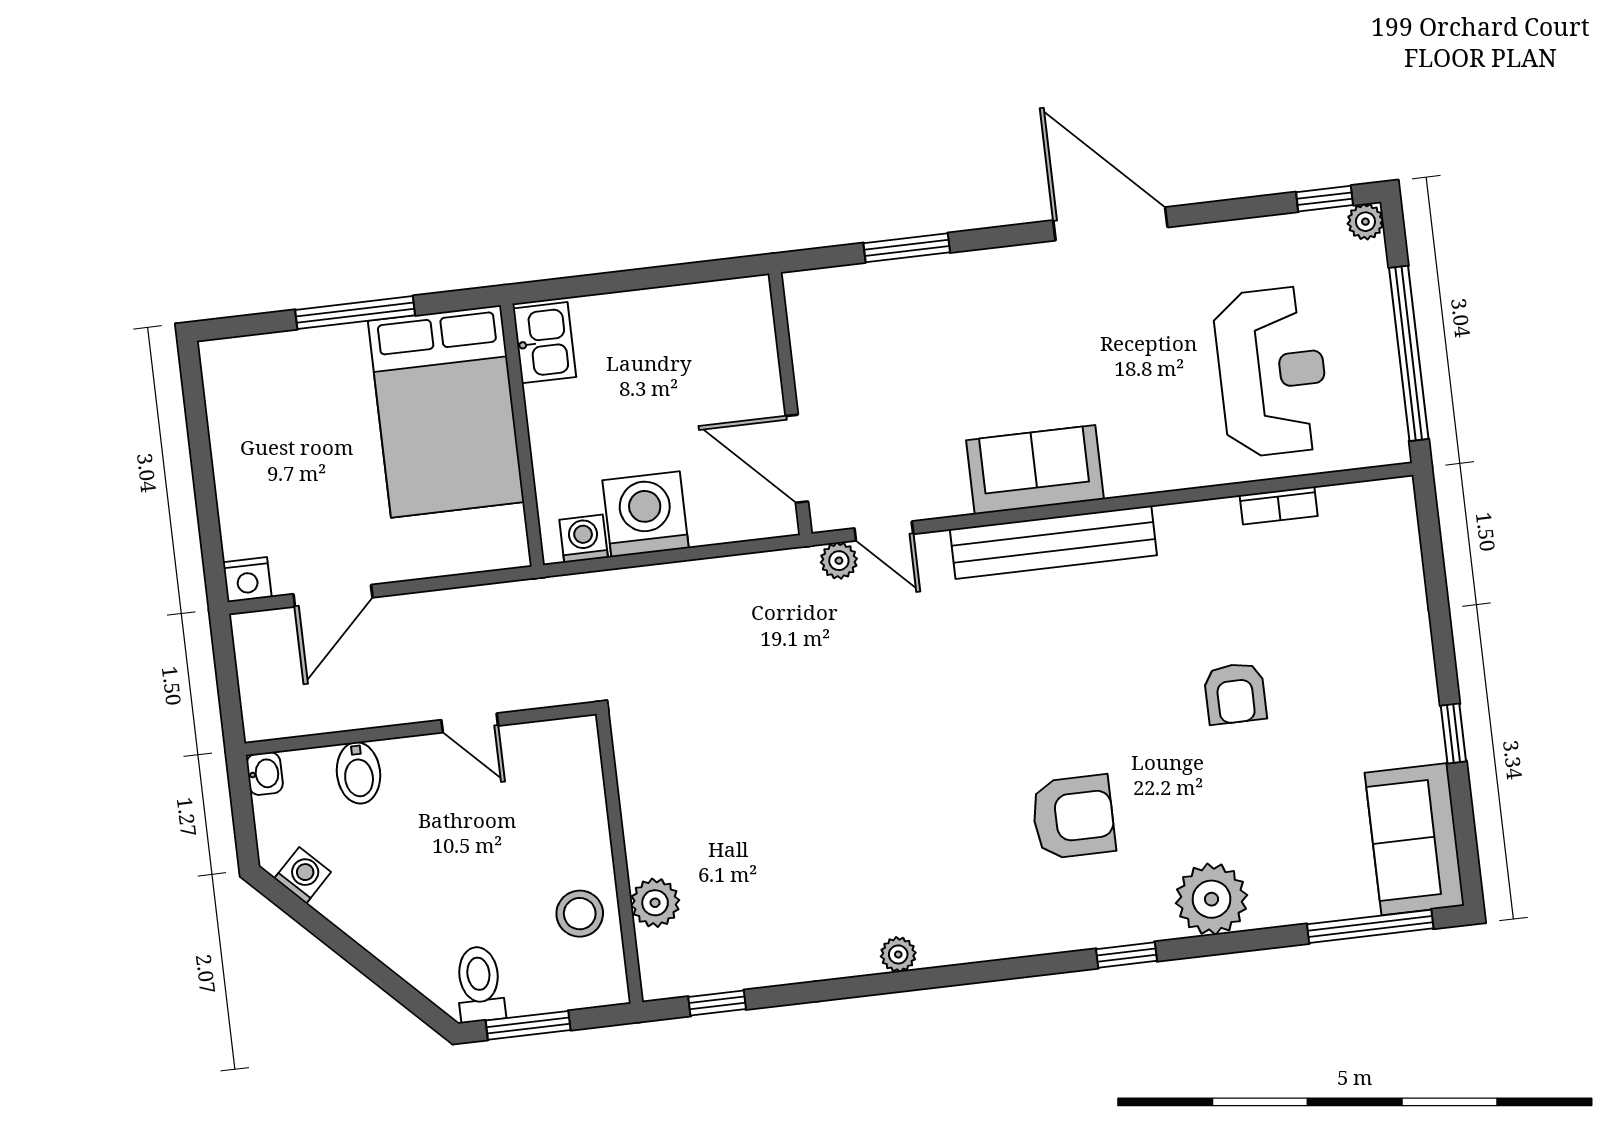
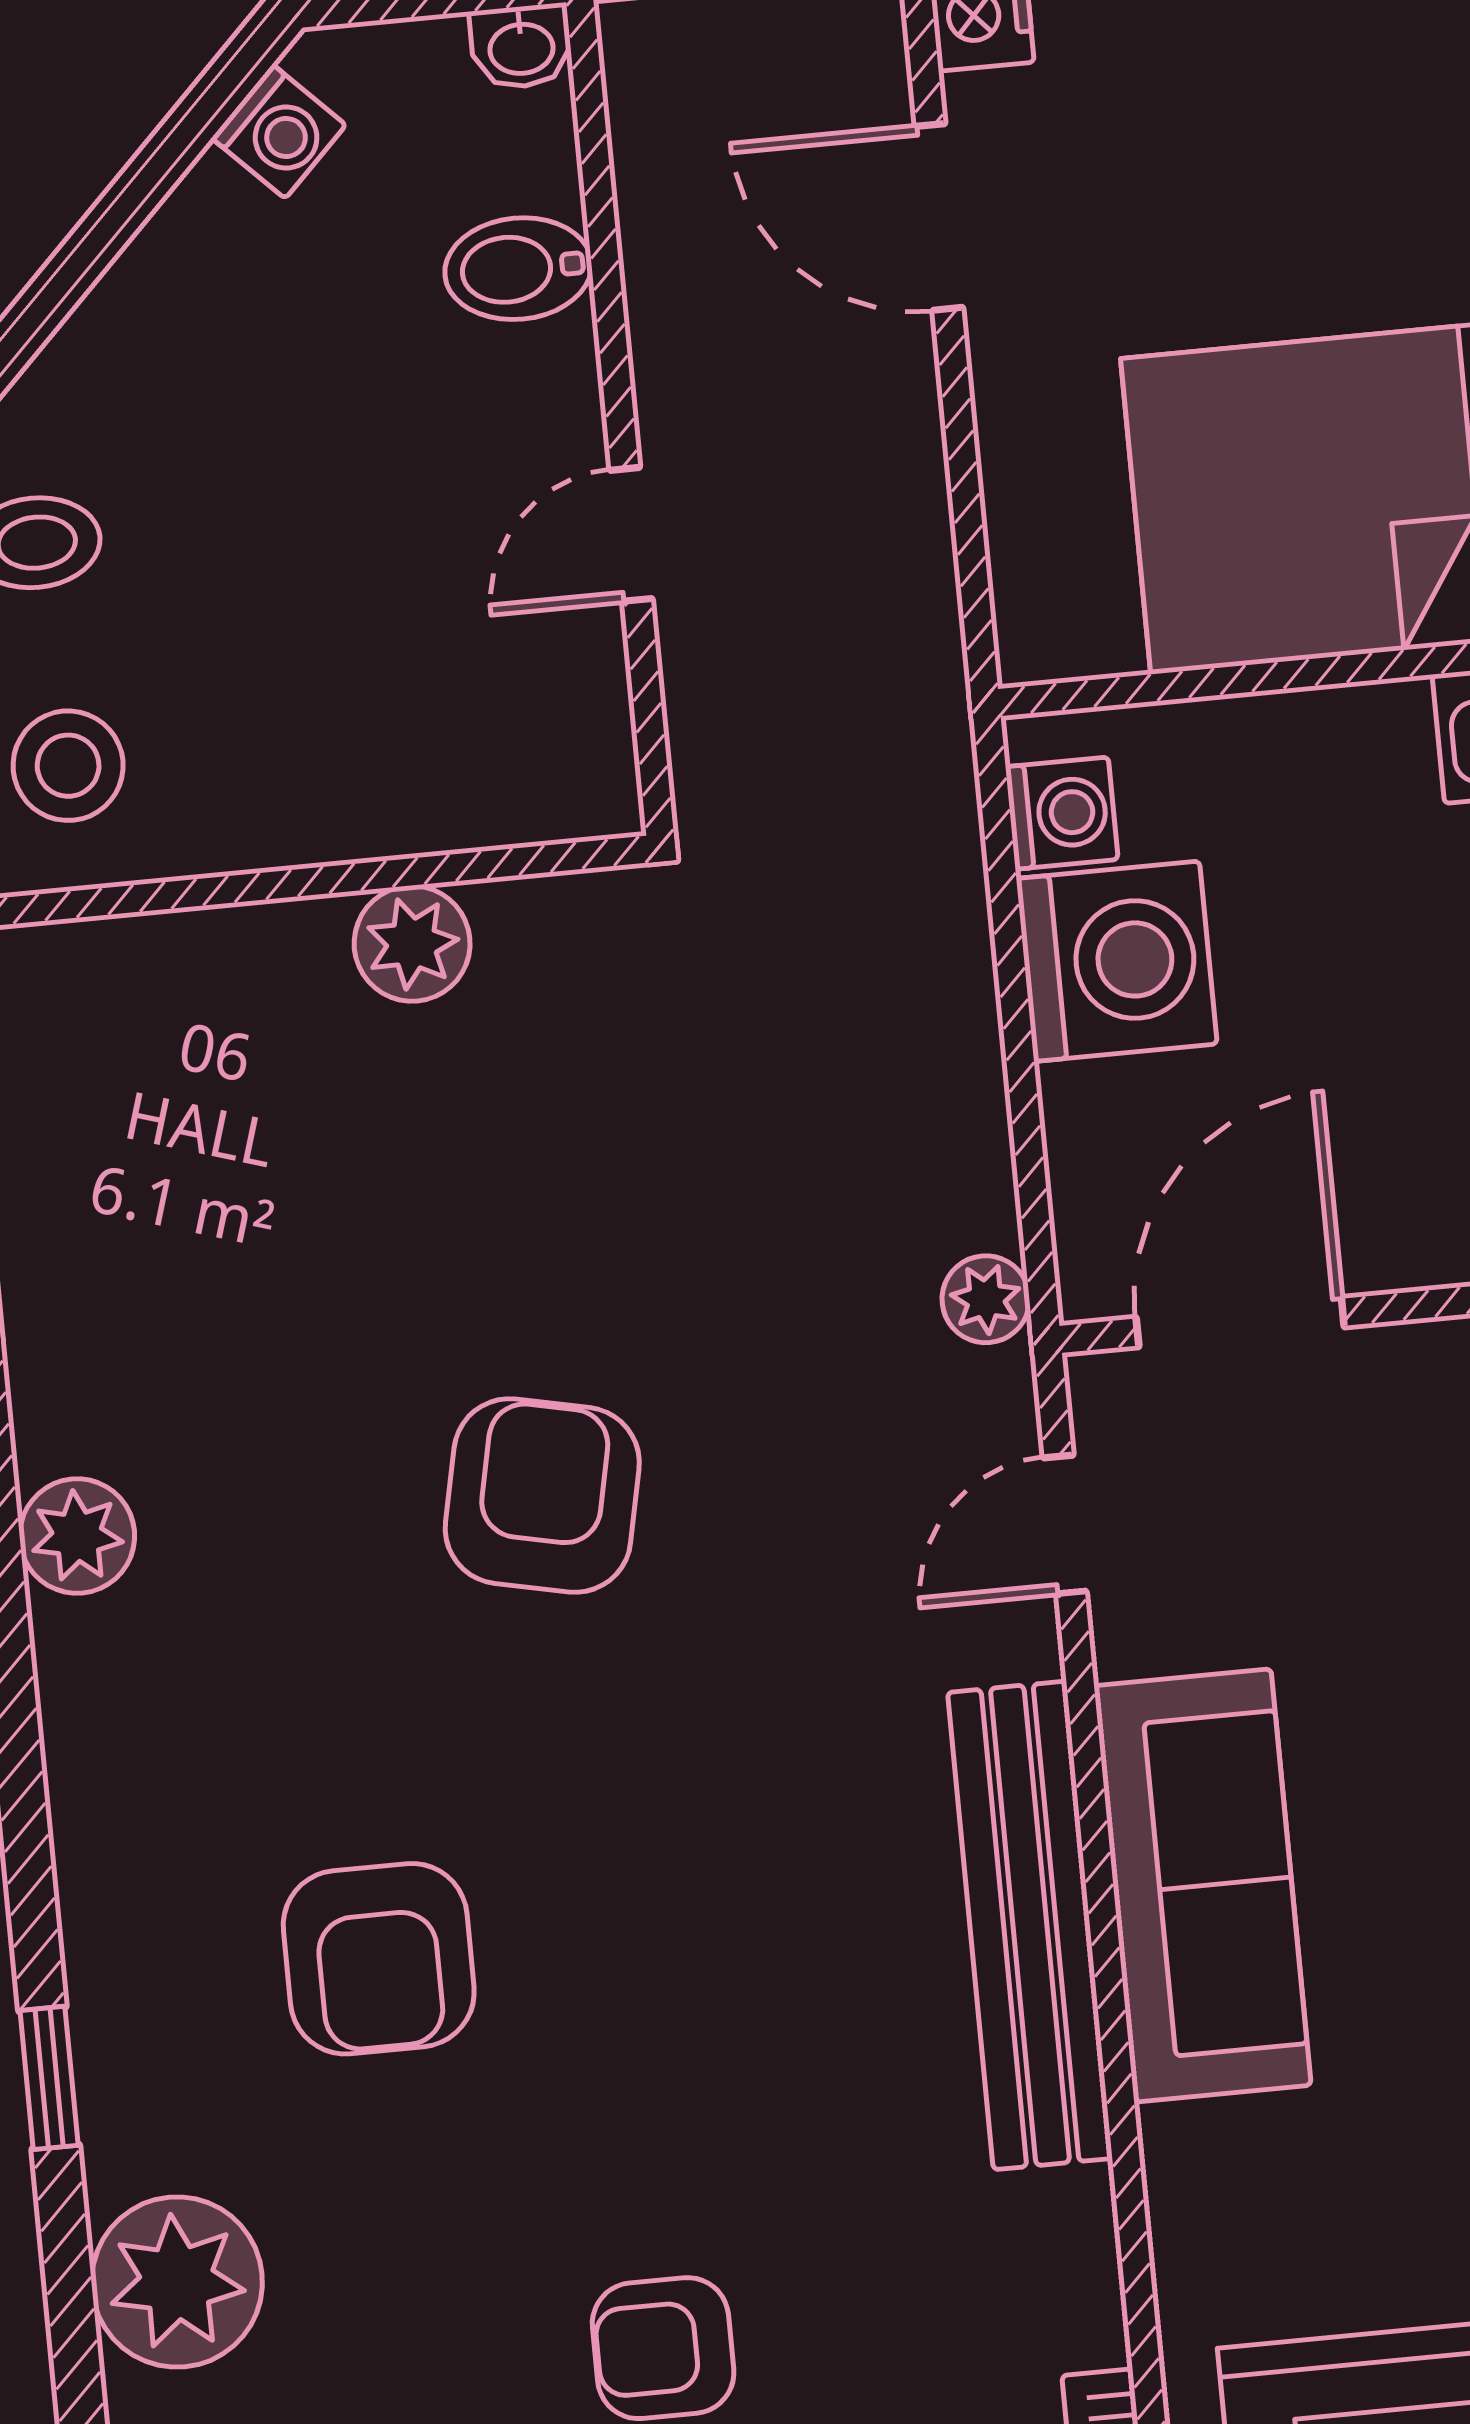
sofa: (1035, 470) -> (1202, 1886), width x1.36
plant: (839, 561) -> (986, 1299), moved
armchair: (876, 752) -> (542, 1496), added
plant: (655, 903) -> (412, 944), moved
stool: (580, 914) -> (68, 766), moved
plant: (898, 954) -> (77, 1536), width x1.38, depth x1.38

